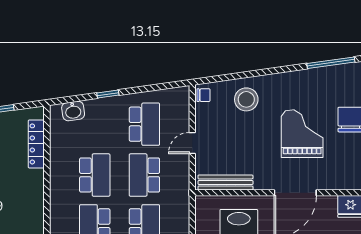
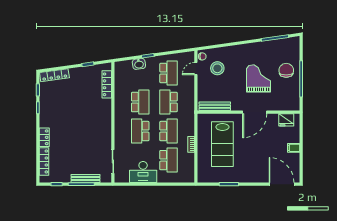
stool: (246, 99) -> (217, 68), moved
washbasin: (73, 111) -> (139, 64), moved
door: (192, 143) -> (196, 69), moved

